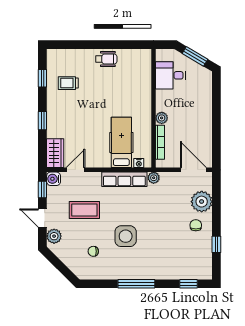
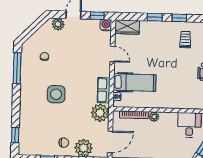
window: (42, 78) -> (179, 18), moved
door: (76, 170) -> (112, 54), moved
plant: (154, 178) -> (100, 113), width x1.88, depth x1.88
row of seats: (124, 179) -> (104, 90), width x0.68
coffee table: (84, 210) -> (79, 50), removed
side table: (126, 236) -> (56, 94), moved
window: (136, 284) -> (17, 68), moved

